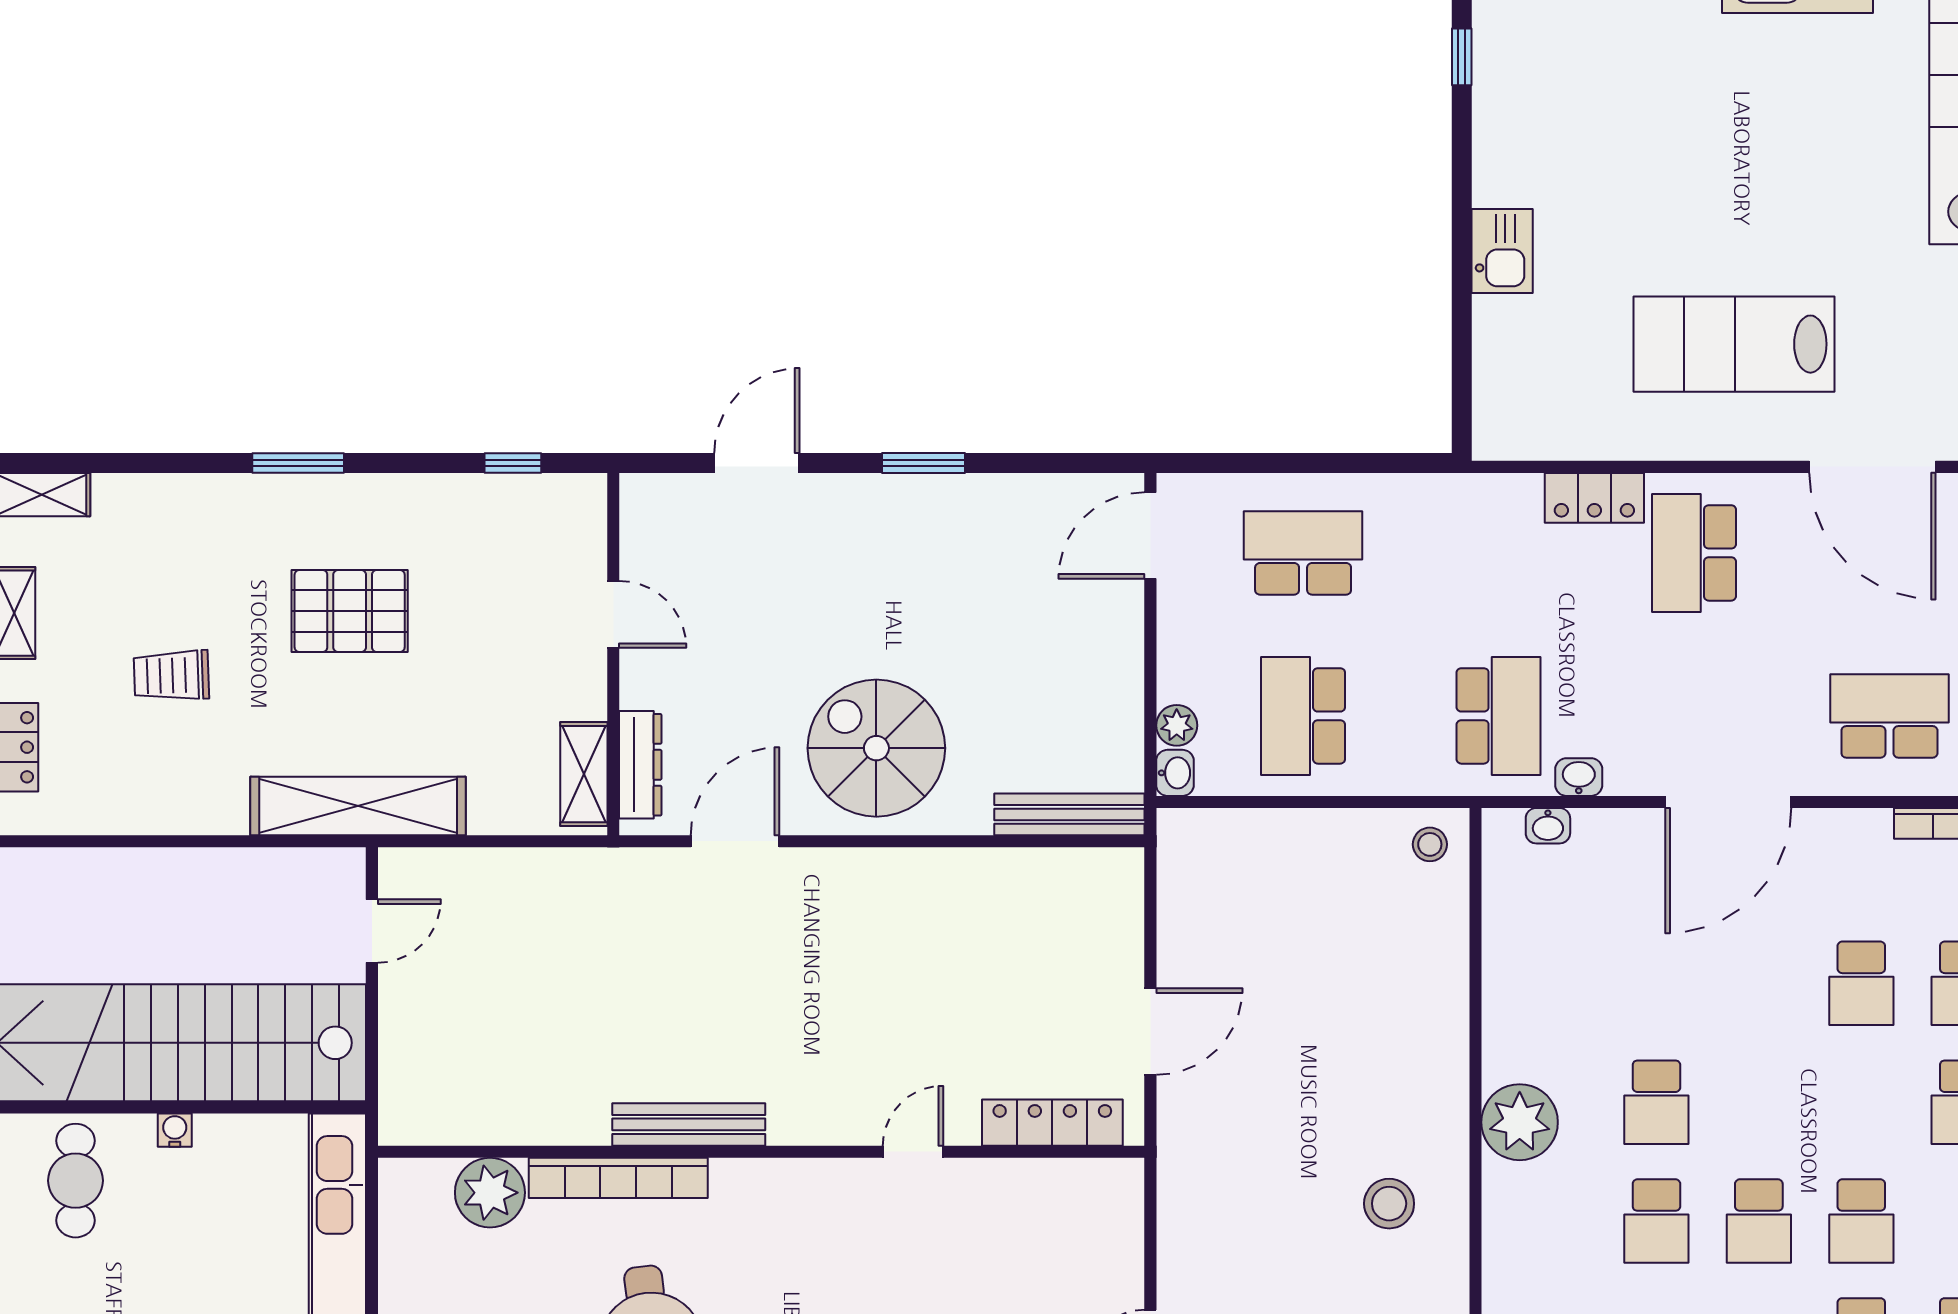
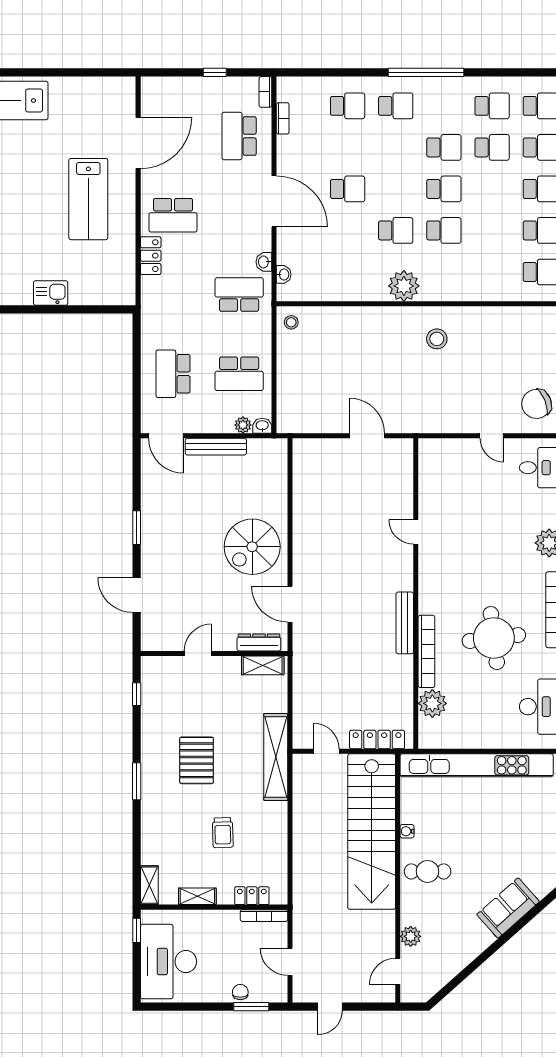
bench: (1069, 814) -> (216, 447), moved, turned 90
school desk: (1861, 983) -> (348, 189), moved
locker: (1052, 1123) -> (377, 739), moved, turned 90

